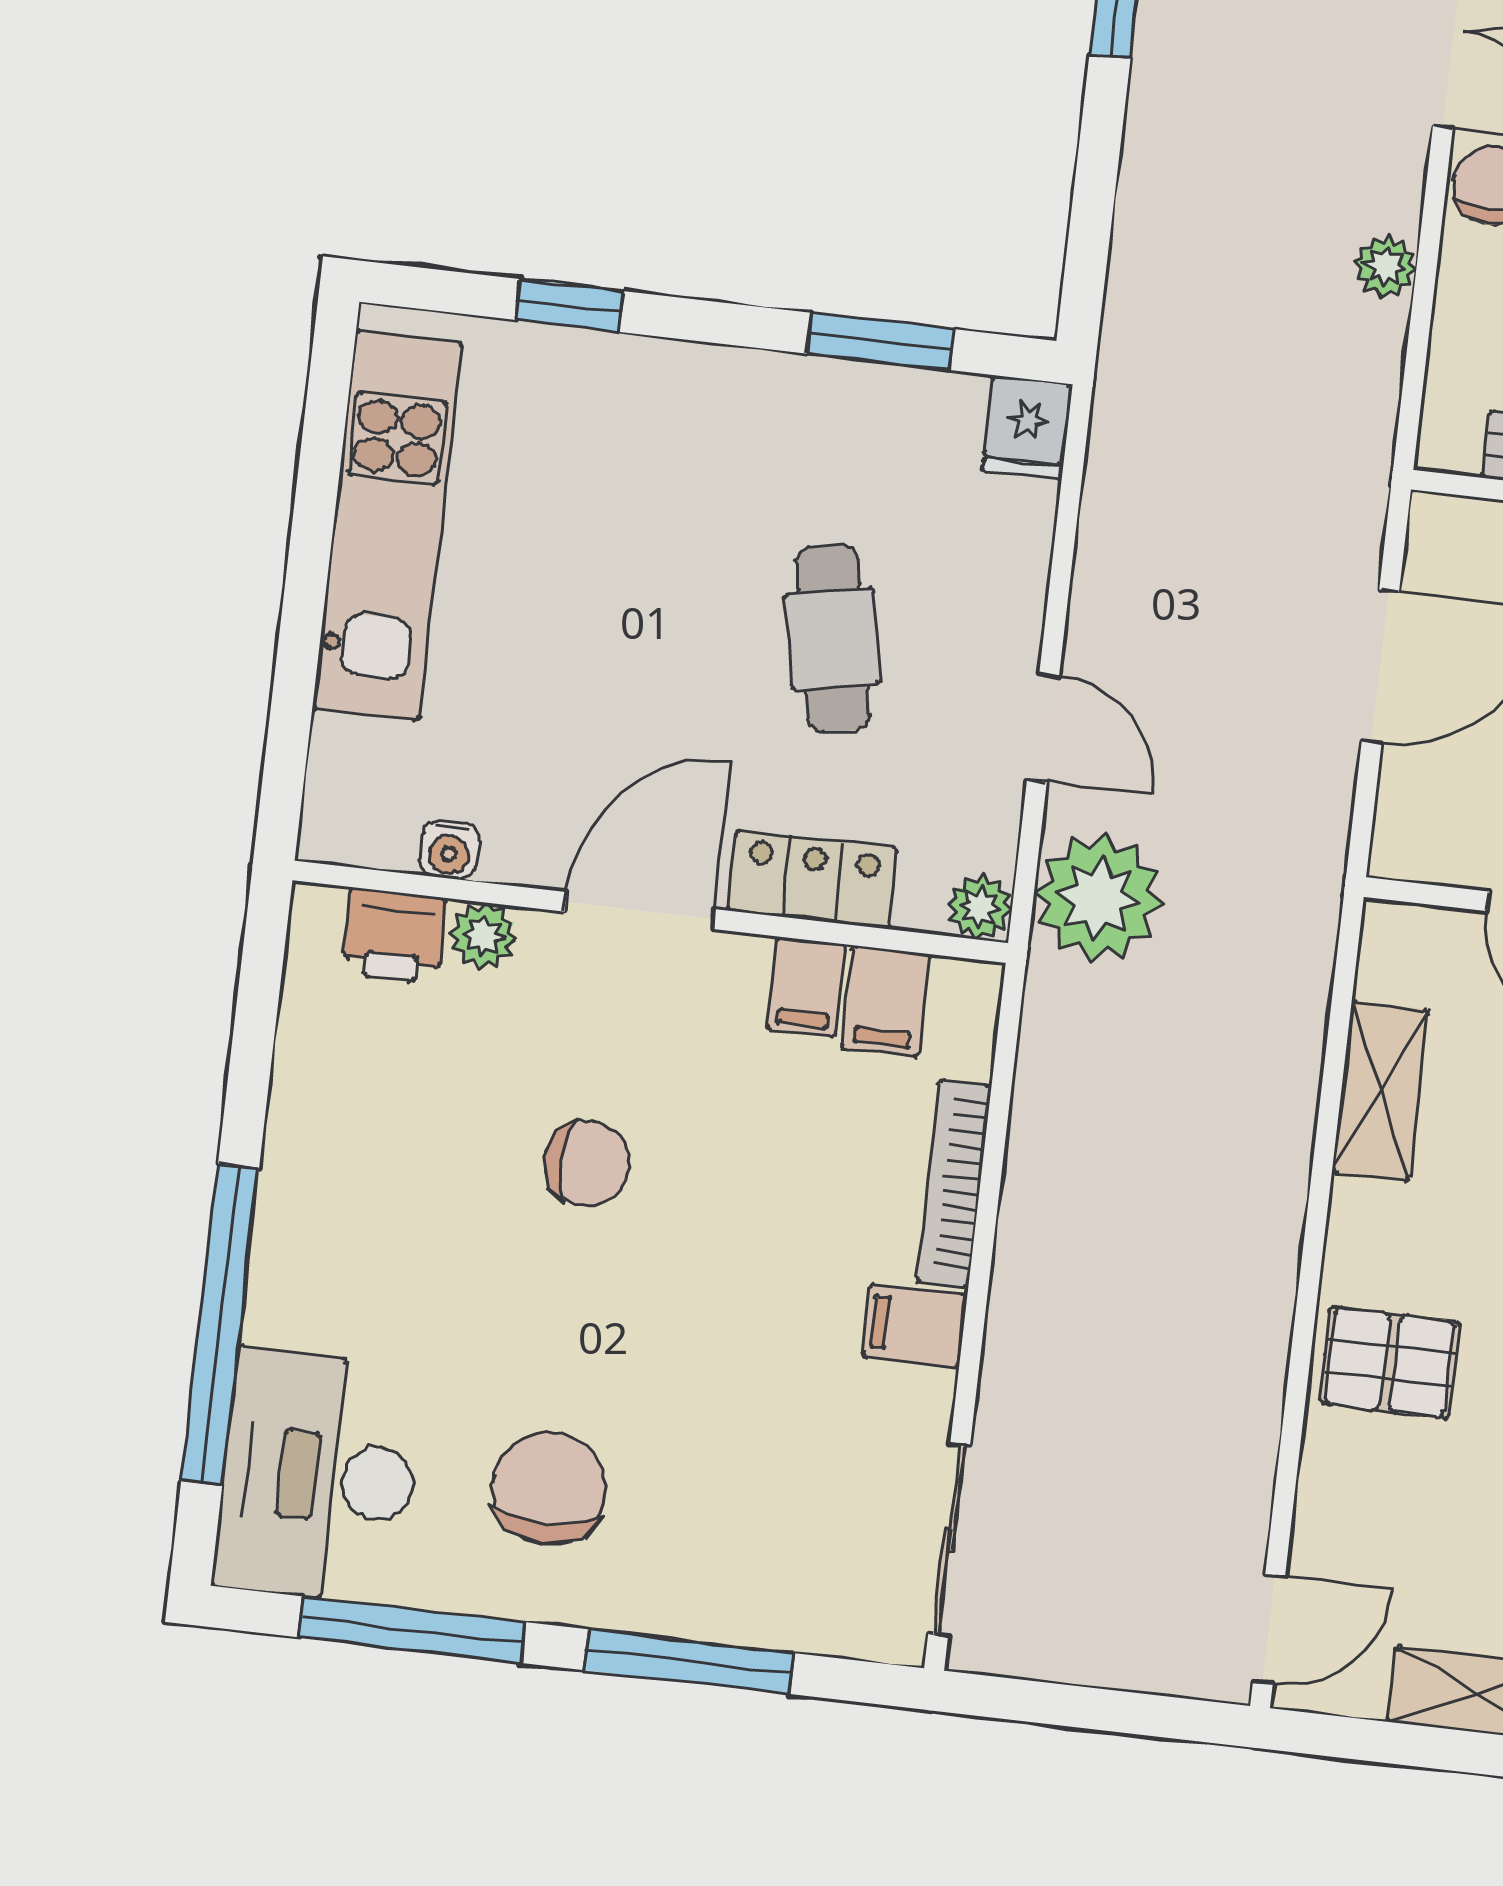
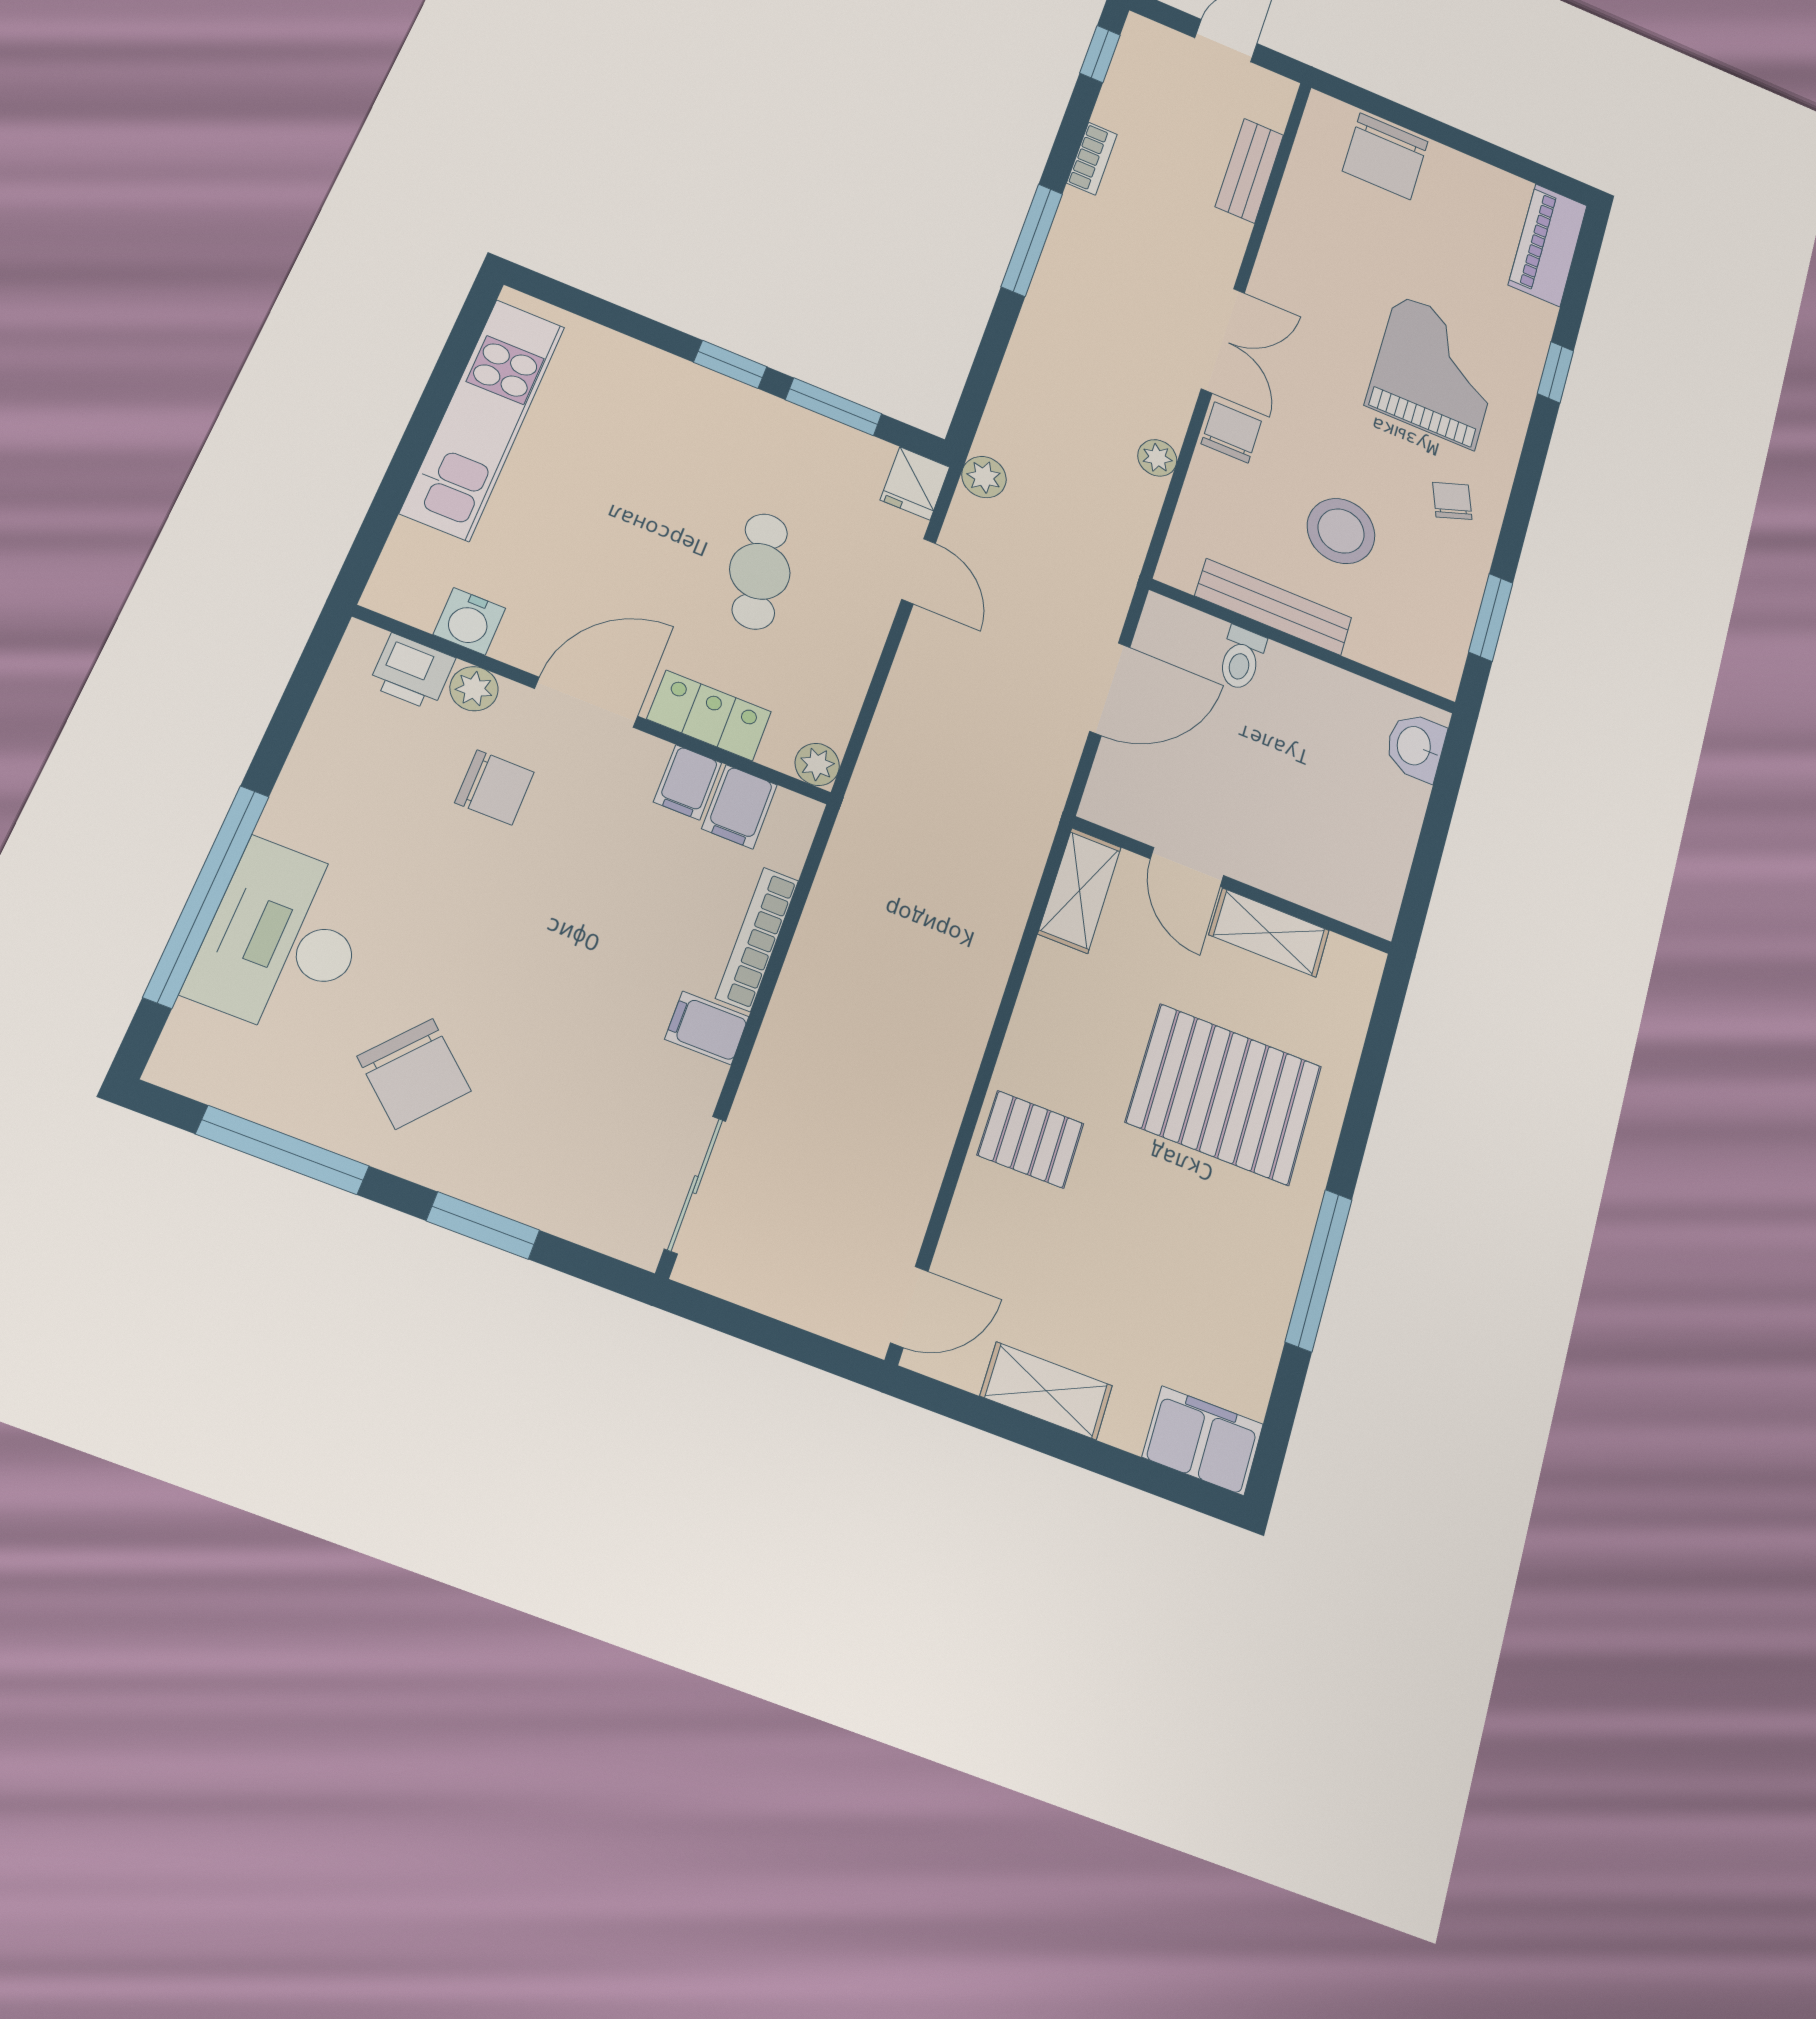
window: (569, 305) -> (730, 364), moved
door: (1043, 728) -> (919, 571), moved
water cooler: (449, 850) -> (469, 621), width x1.38, depth x1.38
plant: (1098, 898) -> (984, 477), moved, width x0.53, depth x0.53
shelving: (1380, 1091) -> (1080, 890), moved
chair: (587, 1163) -> (494, 787), moved
desk: (319, 1477) -> (283, 939), moved
chair: (549, 1489) -> (414, 1074), turned 131
window: (689, 1662) -> (483, 1225), width x0.69

